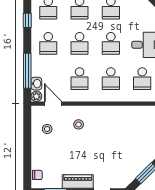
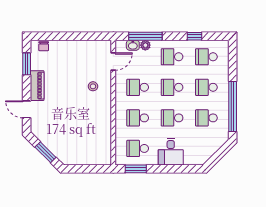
plant: (36, 96) -> (145, 45), moved
stool: (47, 129) -> (88, 56), removed

